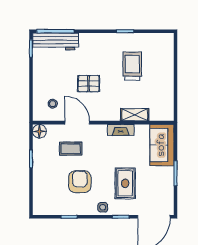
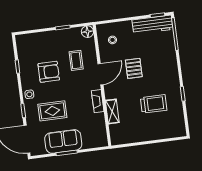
workbench: (56, 41) -> (152, 25), moved, turned -90
door: (77, 123) -> (100, 74), moved
sofa: (162, 145) -> (63, 141), moved

